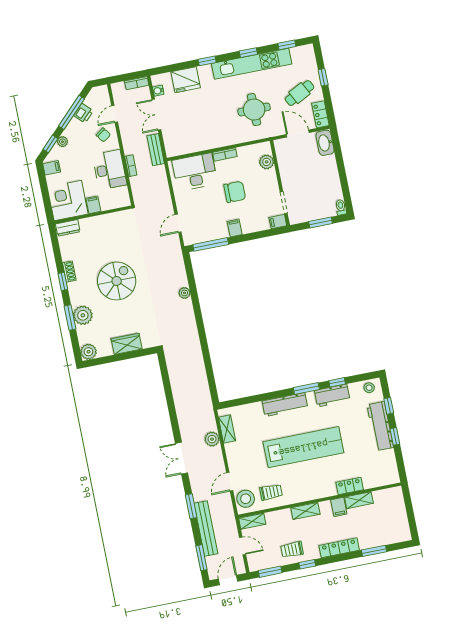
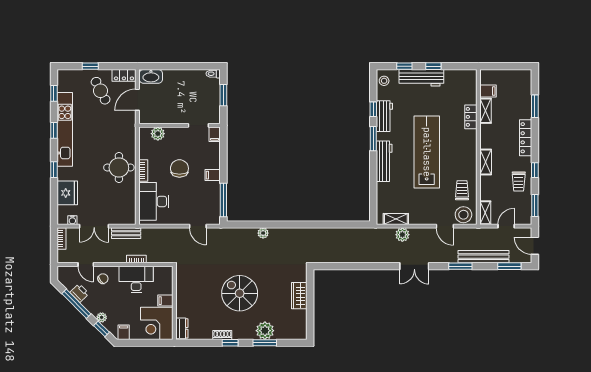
round table: (254, 110) -> (119, 168), moved
plant: (88, 352) -> (299, 332), removed
filing cabinet: (339, 507) -> (488, 91), moved

